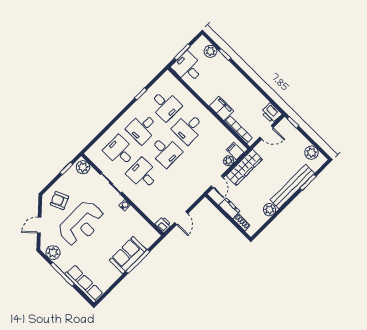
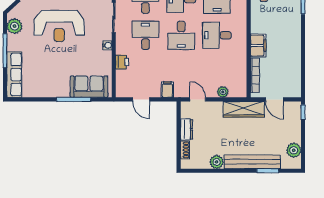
printer: (271, 113) -> (293, 88), removed
filing cabinet: (235, 151) -> (167, 90), moved
wardrobe: (244, 167) -> (244, 109), moved
door: (217, 182) -> (198, 99), swing flipped
door: (181, 218) -> (141, 99), hinge flipped
printer: (163, 224) -> (122, 62), moved
sofa: (128, 255) -> (89, 87), moved

